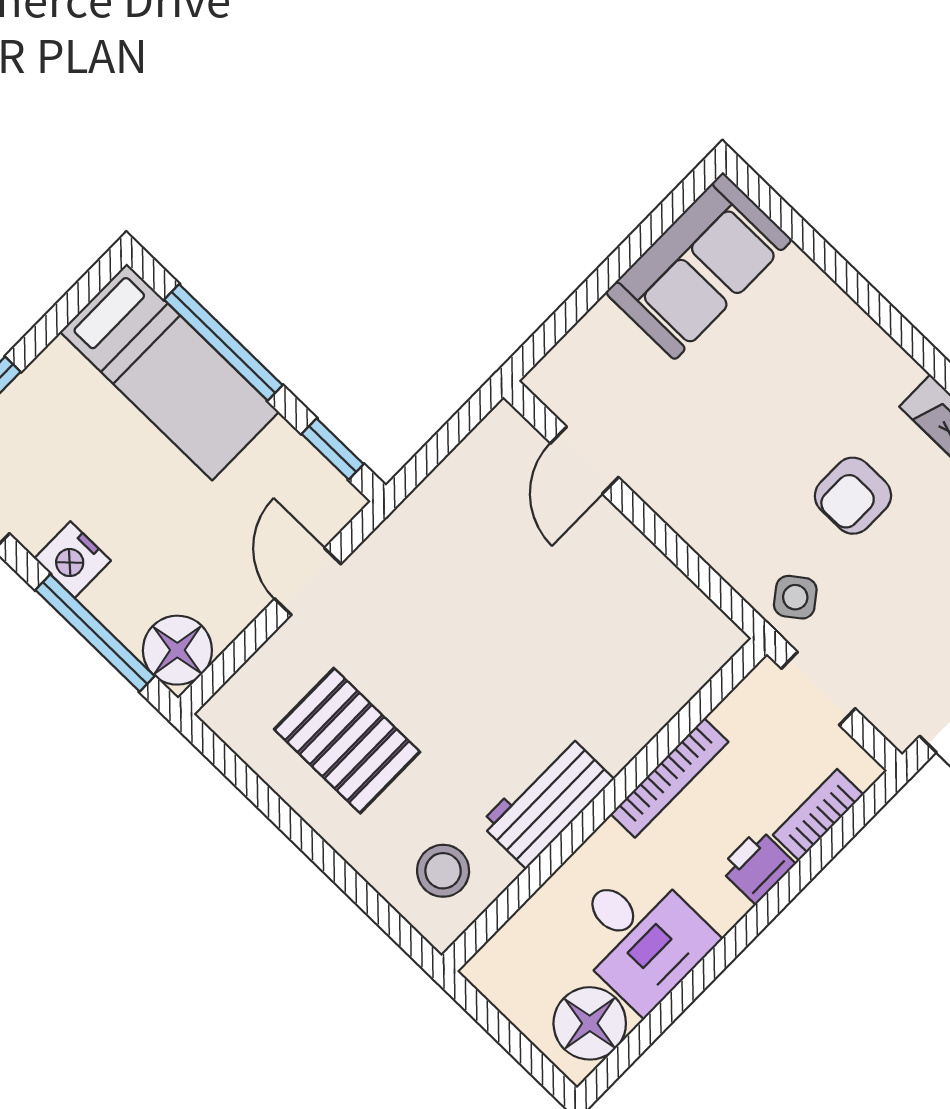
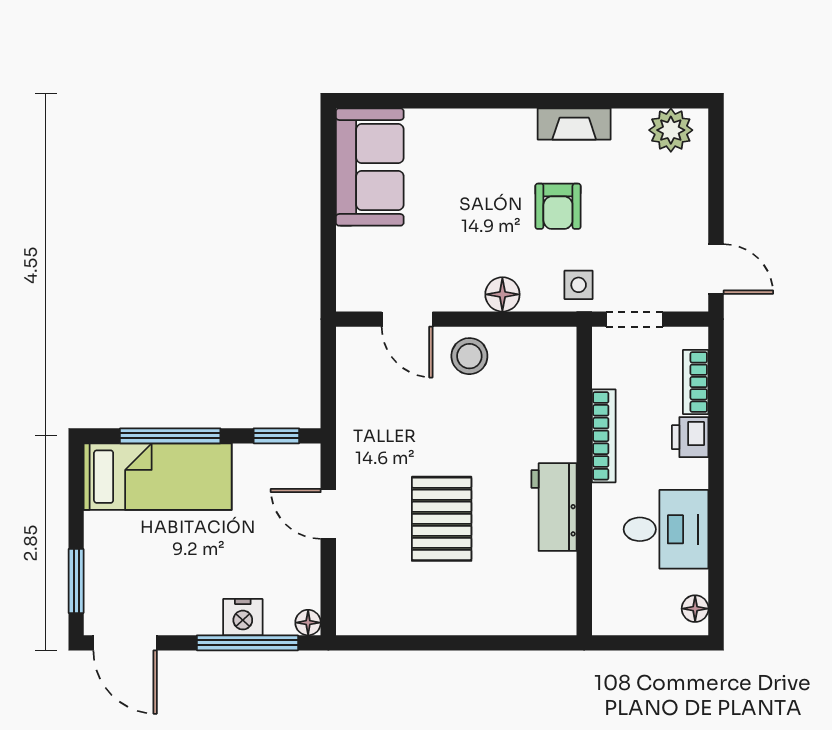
floor lamp: (707, 531) -> (502, 294), added
nightstand: (73, 560) -> (243, 617), moved
side table: (795, 597) -> (579, 285), turned 37
floor lamp: (177, 650) -> (308, 623), width x0.53, depth x0.53
pallet: (347, 741) -> (442, 519), moved, turned 90
stool: (443, 871) -> (469, 356), moved
floor lamp: (590, 1023) -> (695, 609), width x0.53, depth x0.53

